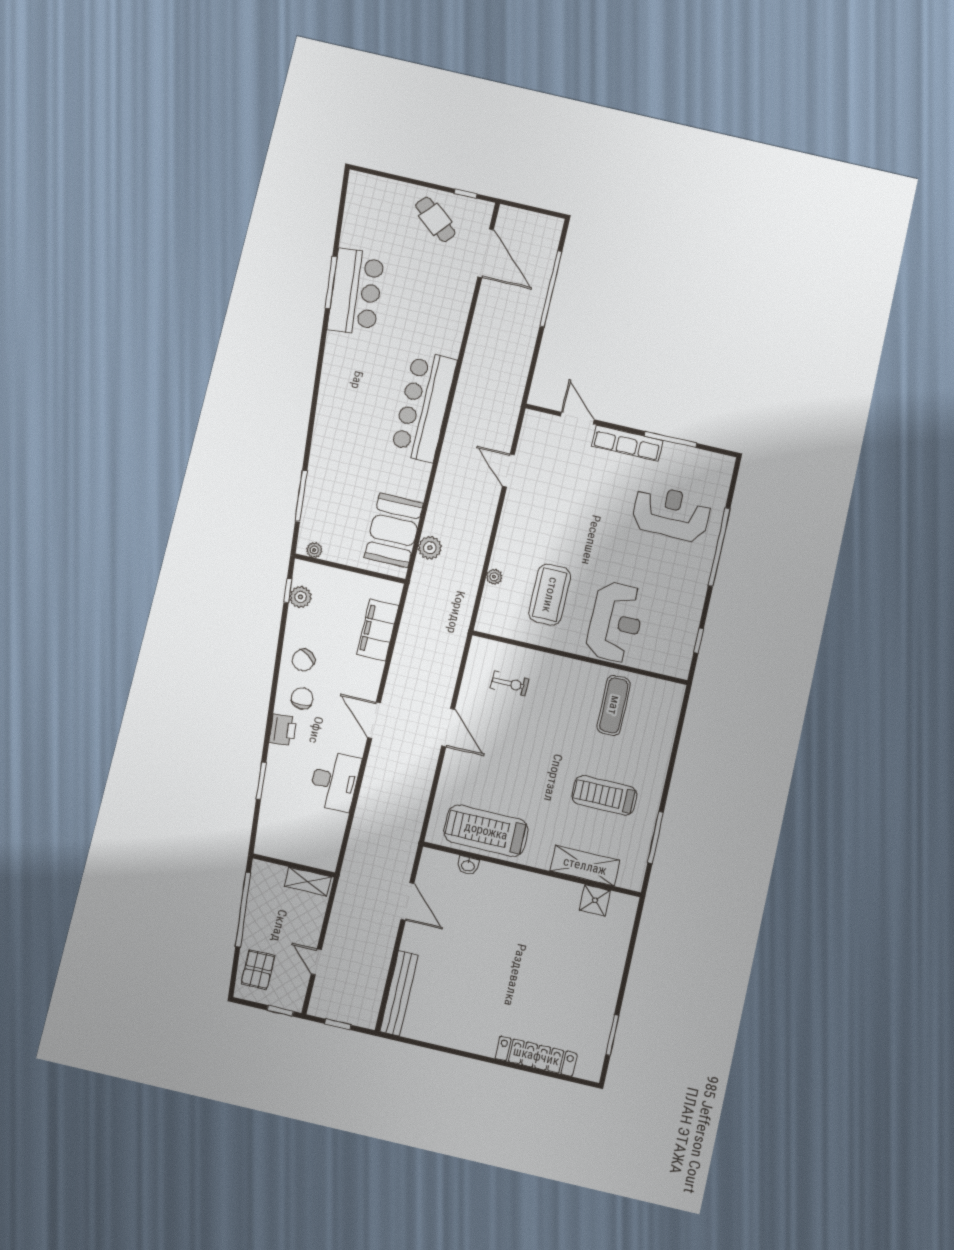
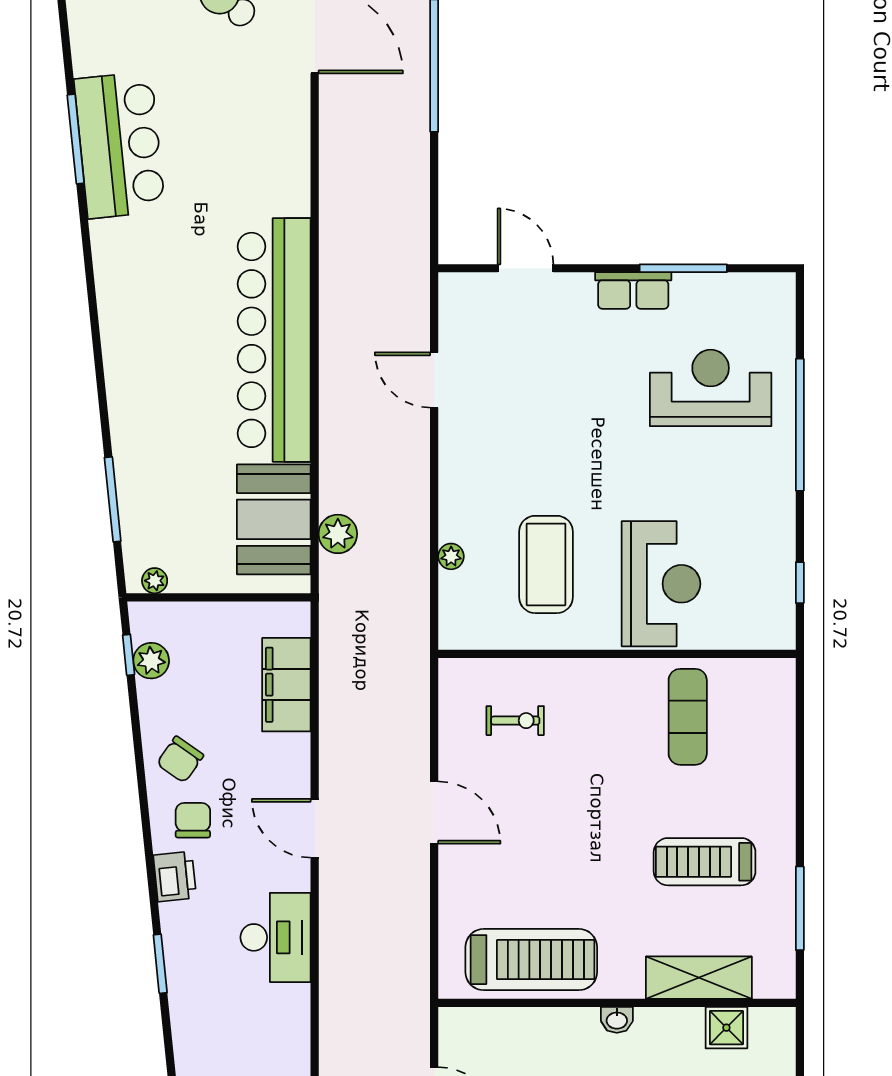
bar counter: (424, 406) -> (274, 340), width x1.36
row of seats: (627, 443) -> (633, 291), width x0.68
treadmill: (486, 831) -> (531, 960), turned 180
washbasin: (468, 865) -> (617, 1020), moved

